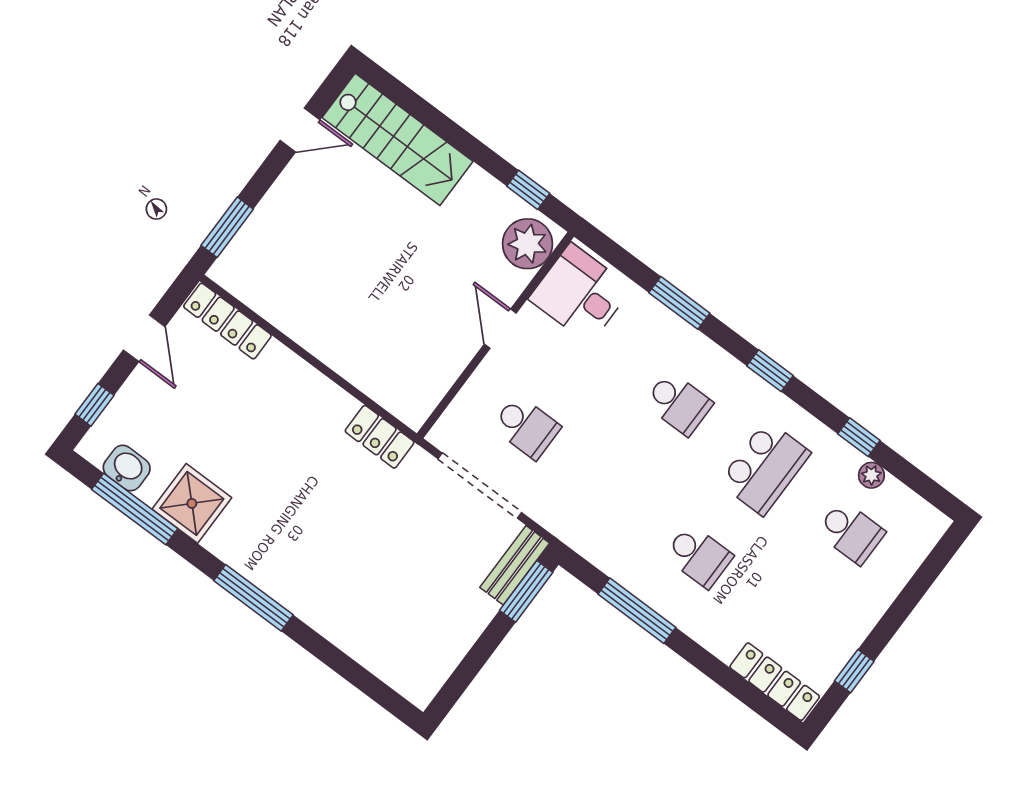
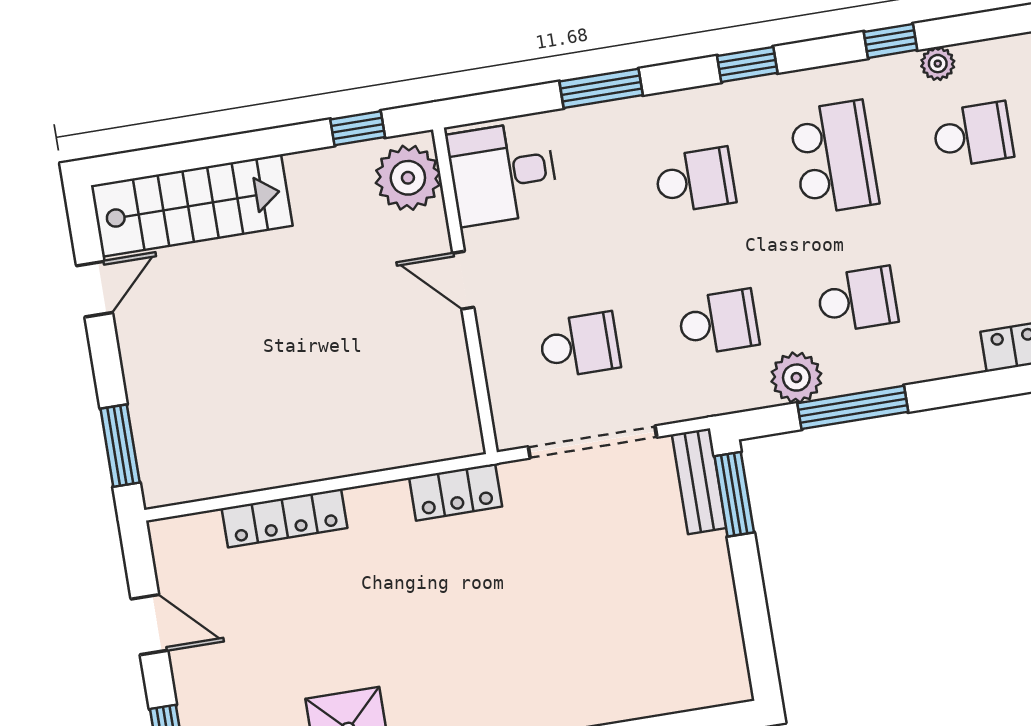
locker: (227, 321) -> (285, 518), moved
school desk: (613, 492) -> (718, 322), added
plant: (623, 564) -> (796, 378), added

